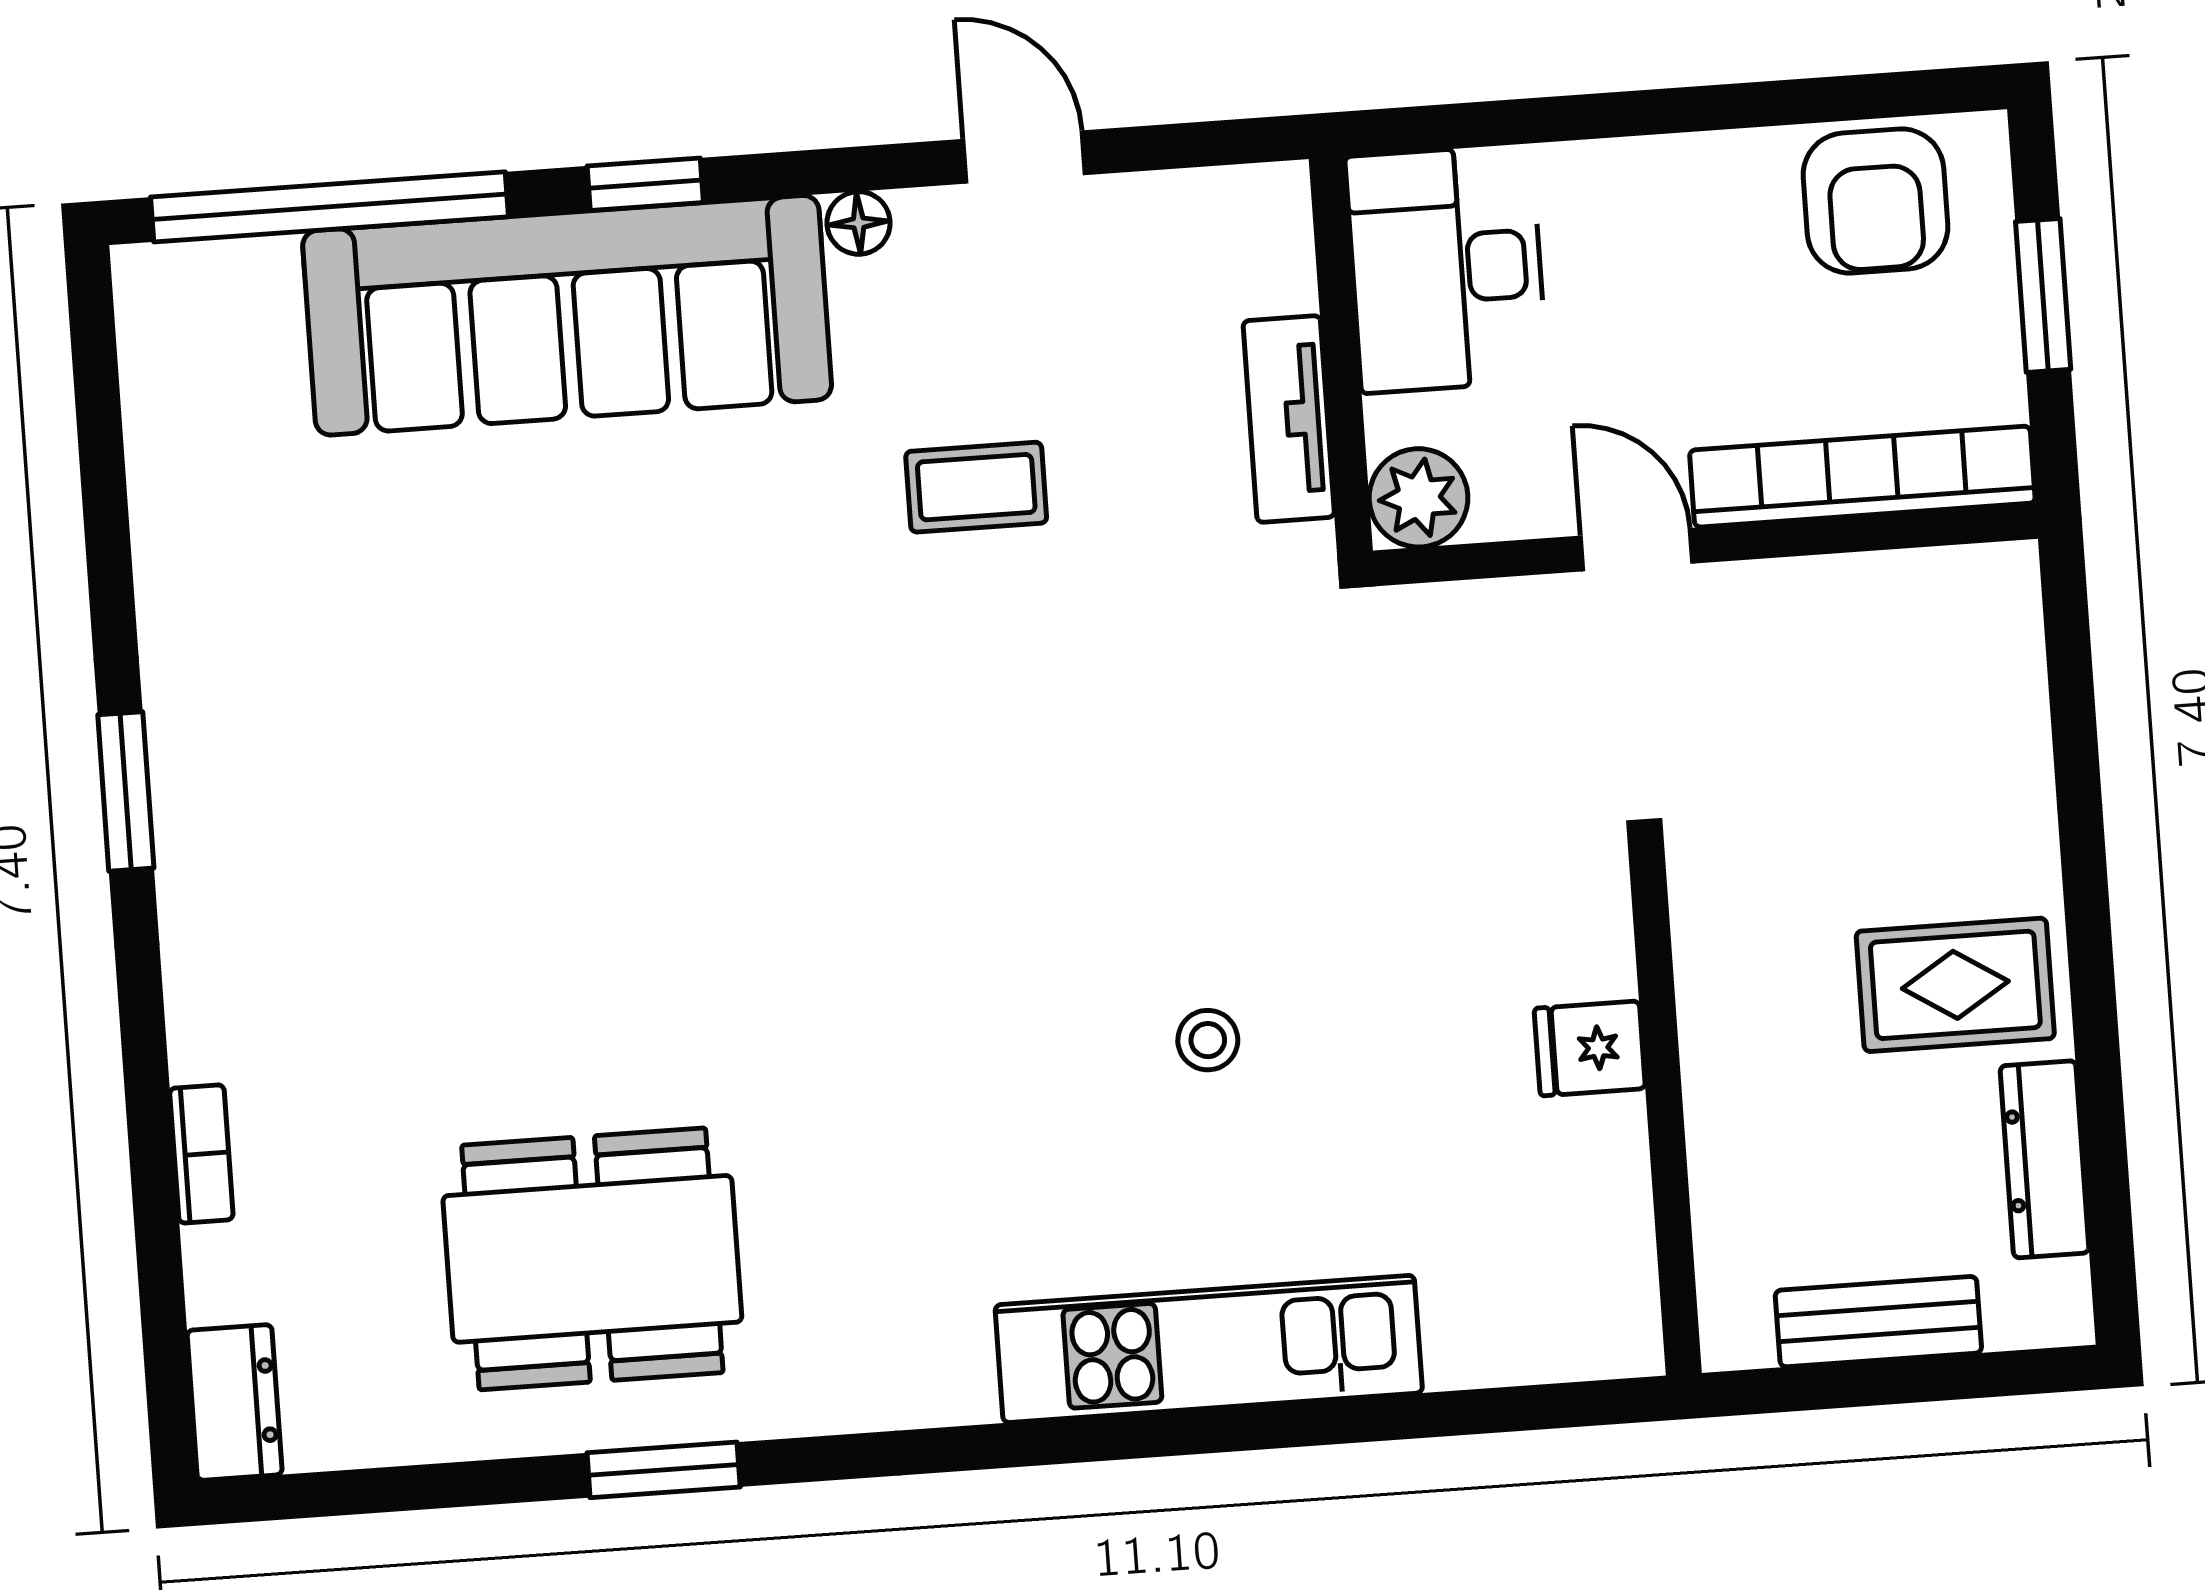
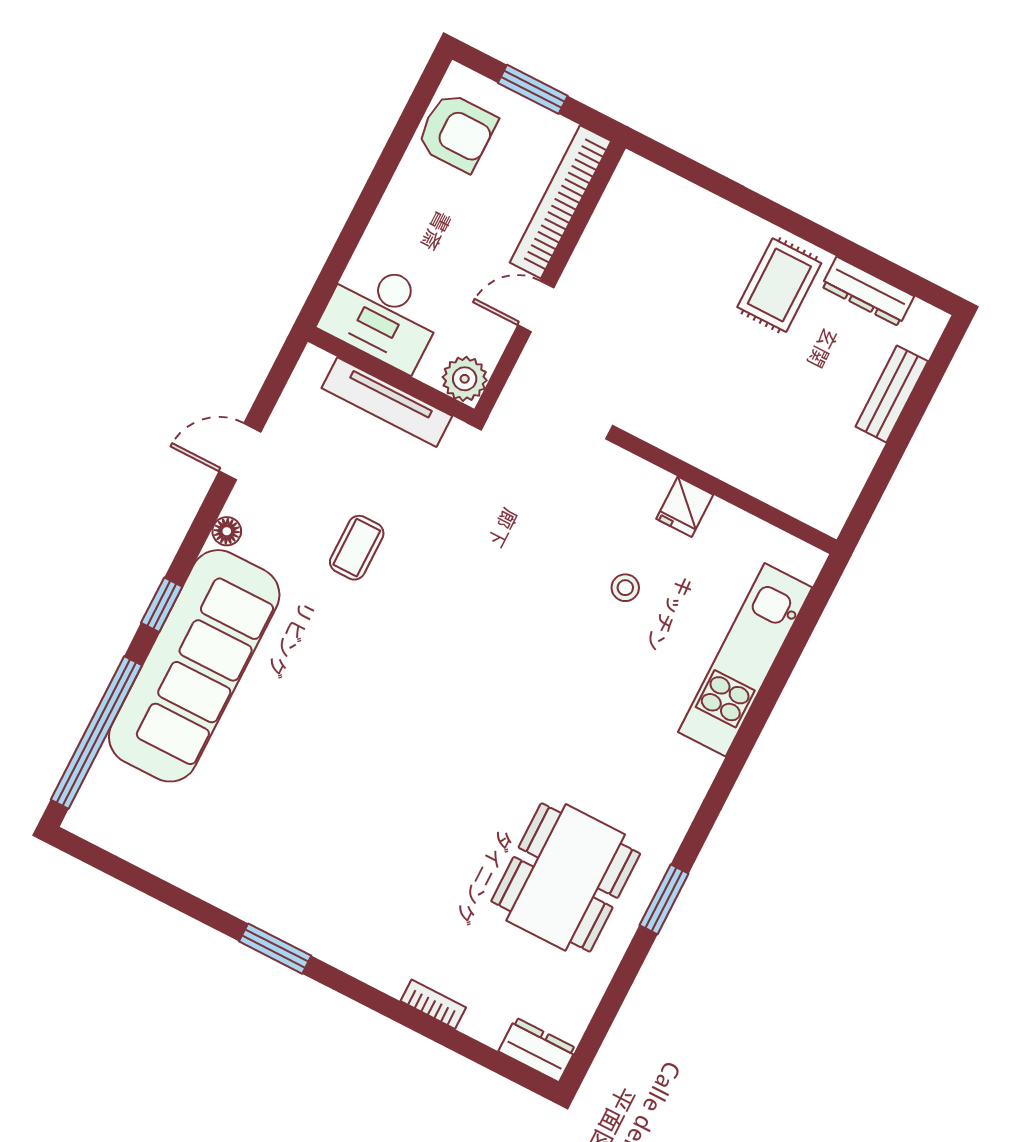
tv unit: (1289, 419) -> (387, 402), width x1.41
fridge: (1590, 1048) -> (685, 507), moved
wall: (1665, 1115) -> (728, 493), moved

